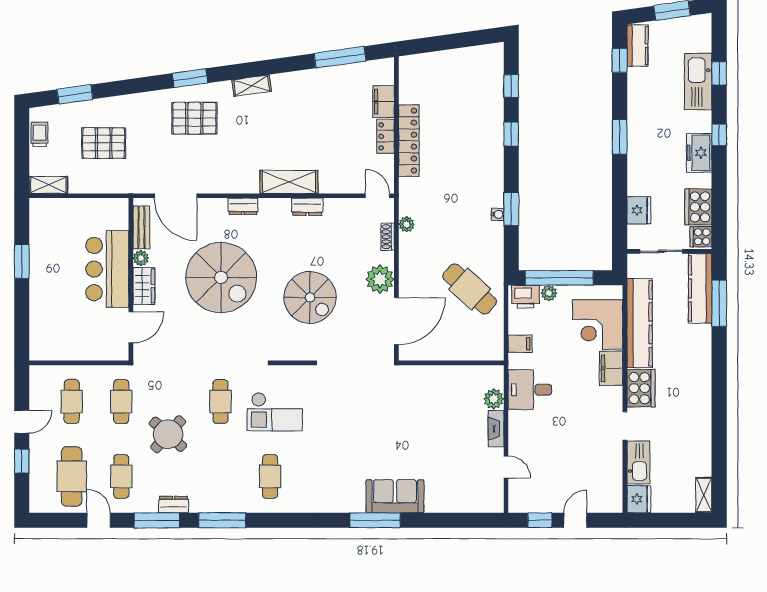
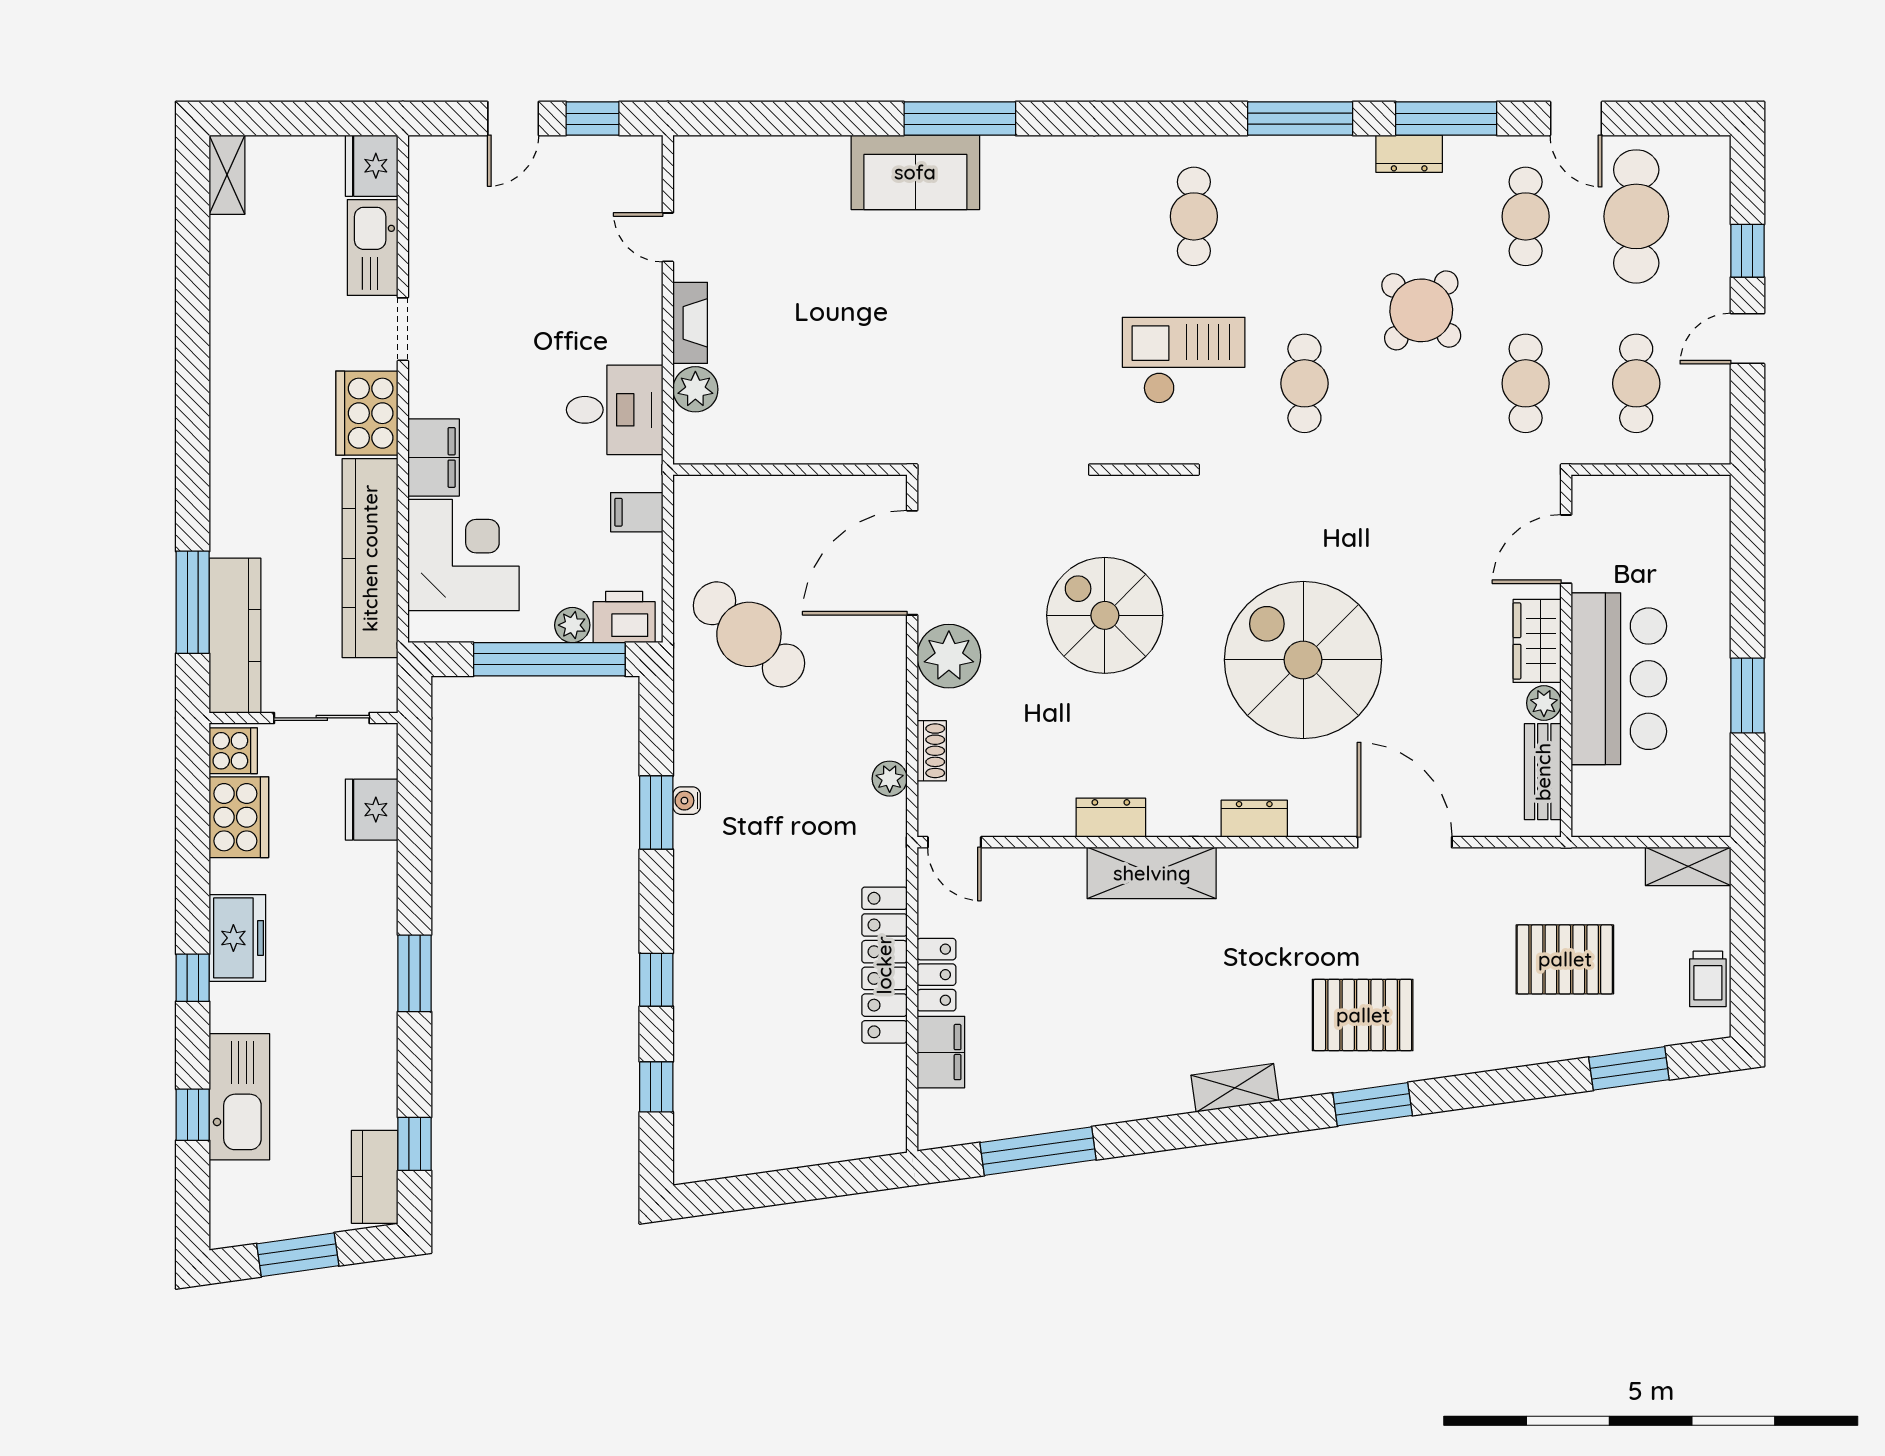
bench: (141, 227) -> (1543, 772), moved
plant: (141, 258) -> (1544, 703), moved
bar counter: (107, 269) -> (1619, 679), moved
wall: (131, 279) -> (1566, 656), moved
wardrobe: (144, 286) -> (1537, 641), moved
door: (131, 327) -> (1566, 549), moved

